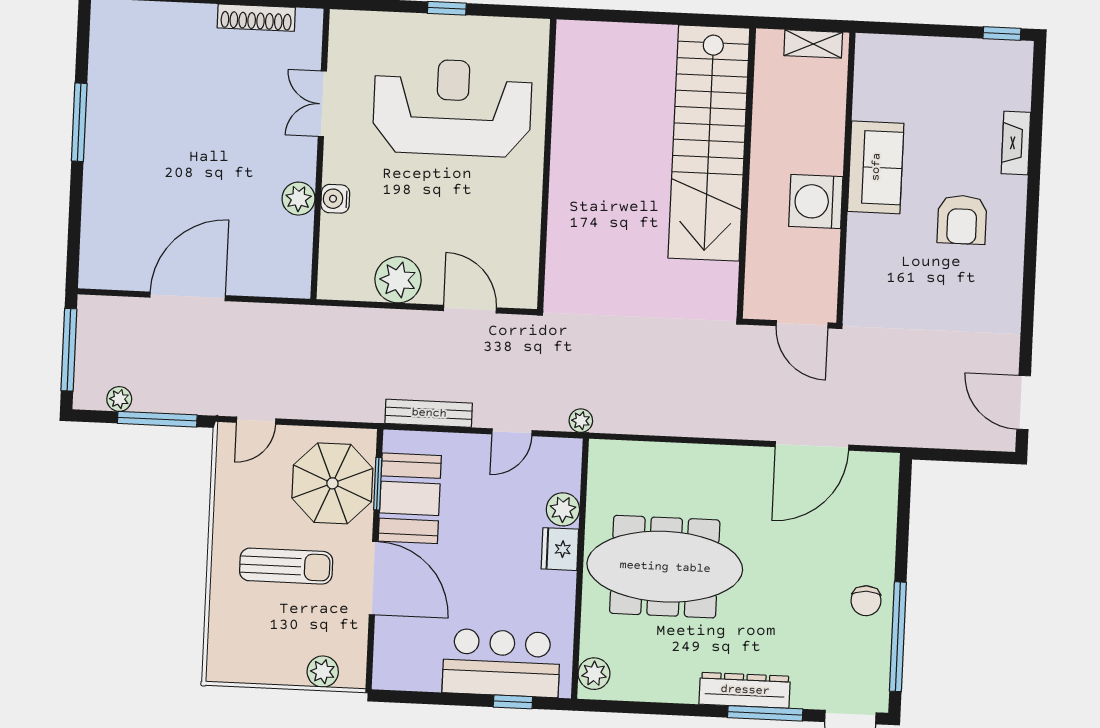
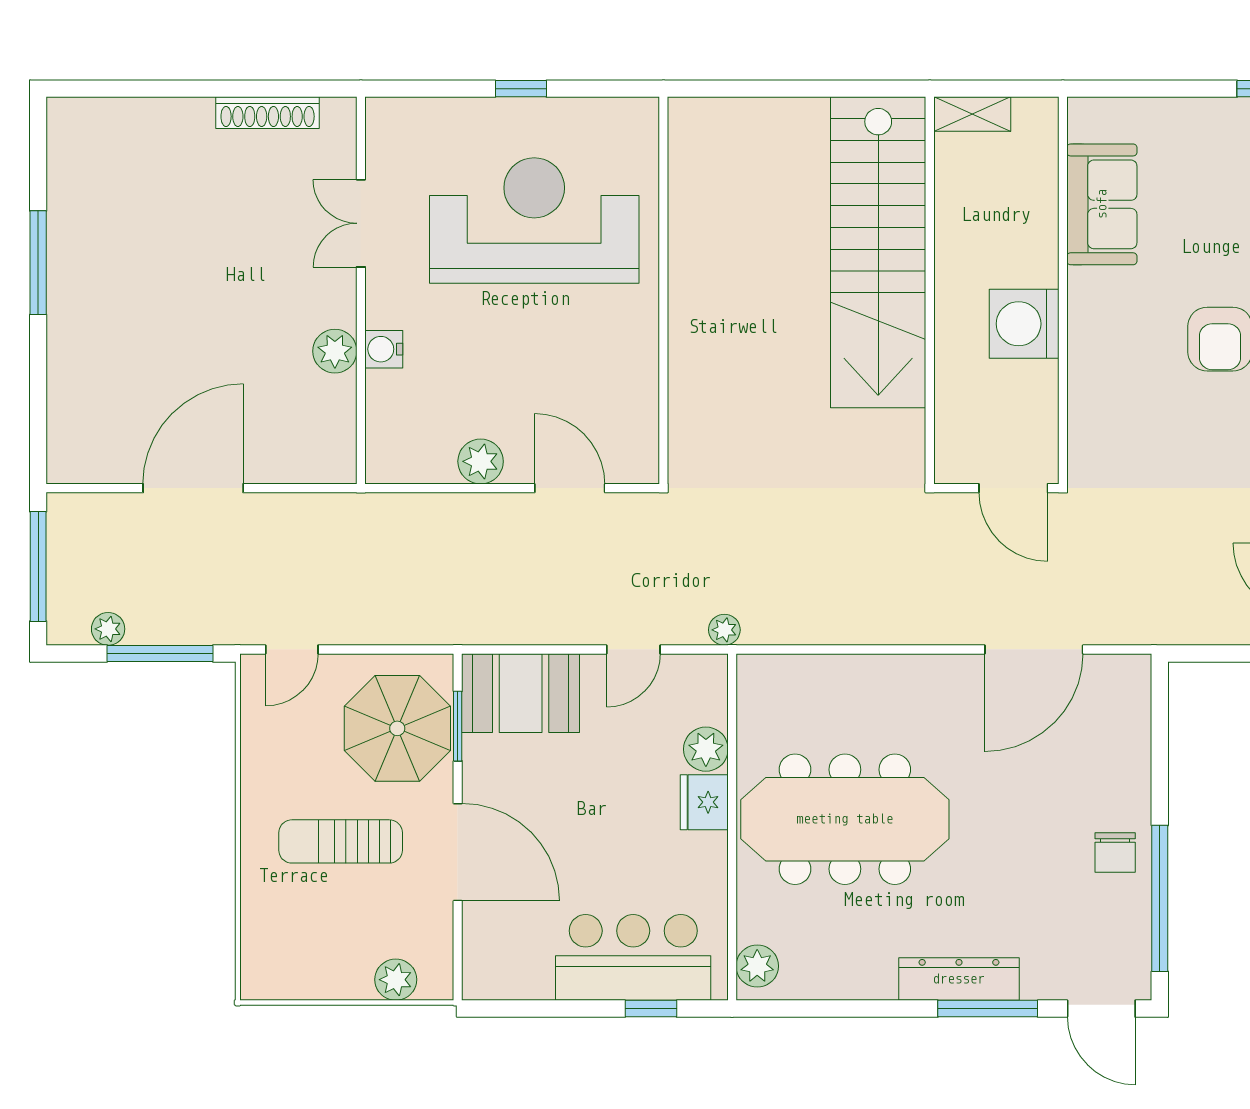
shelving: (813, 44) -> (972, 114), moved
sofa: (876, 167) -> (1102, 204), moved
plant: (398, 280) -> (481, 461), width x0.73, depth x0.73
bench: (429, 413) -> (521, 629), removed
booth: (410, 498) -> (521, 693), moved, turned 90
sun lounger: (286, 566) -> (341, 841), turned 180

